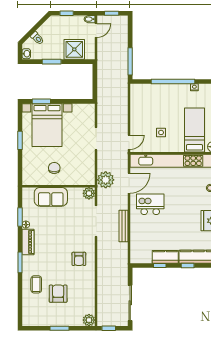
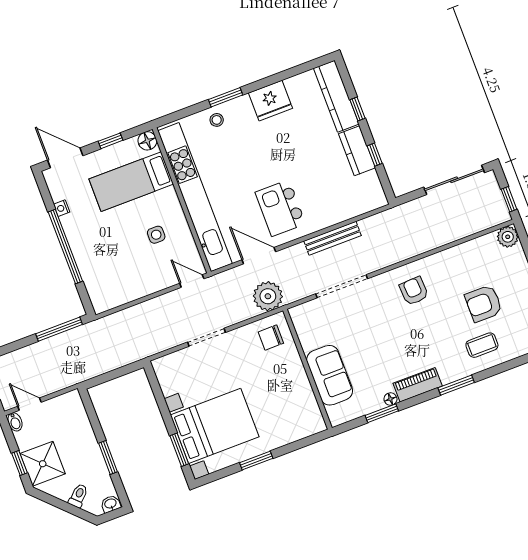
shower: (74, 49) -> (43, 464), moved
chair: (54, 168) -> (271, 338), moved
plant: (89, 193) -> (300, 315), removed
armchair: (79, 259) -> (414, 291), turned -93

